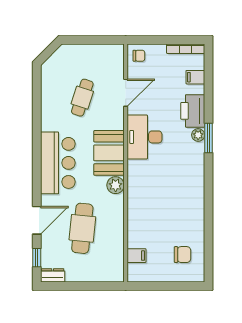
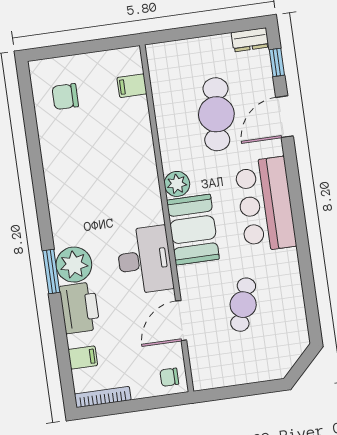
plant: (198, 135) -> (74, 265), width x1.88, depth x1.88

